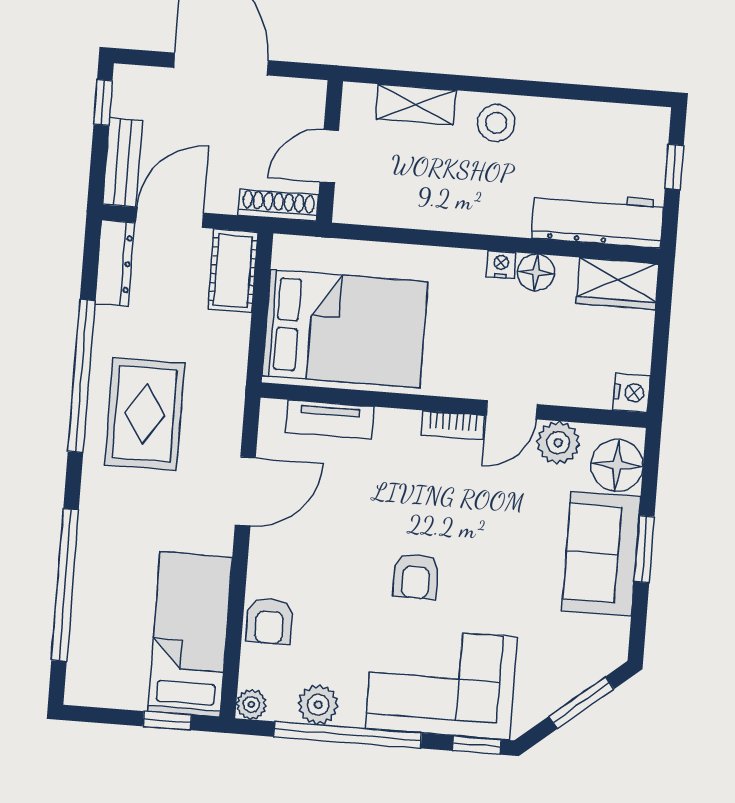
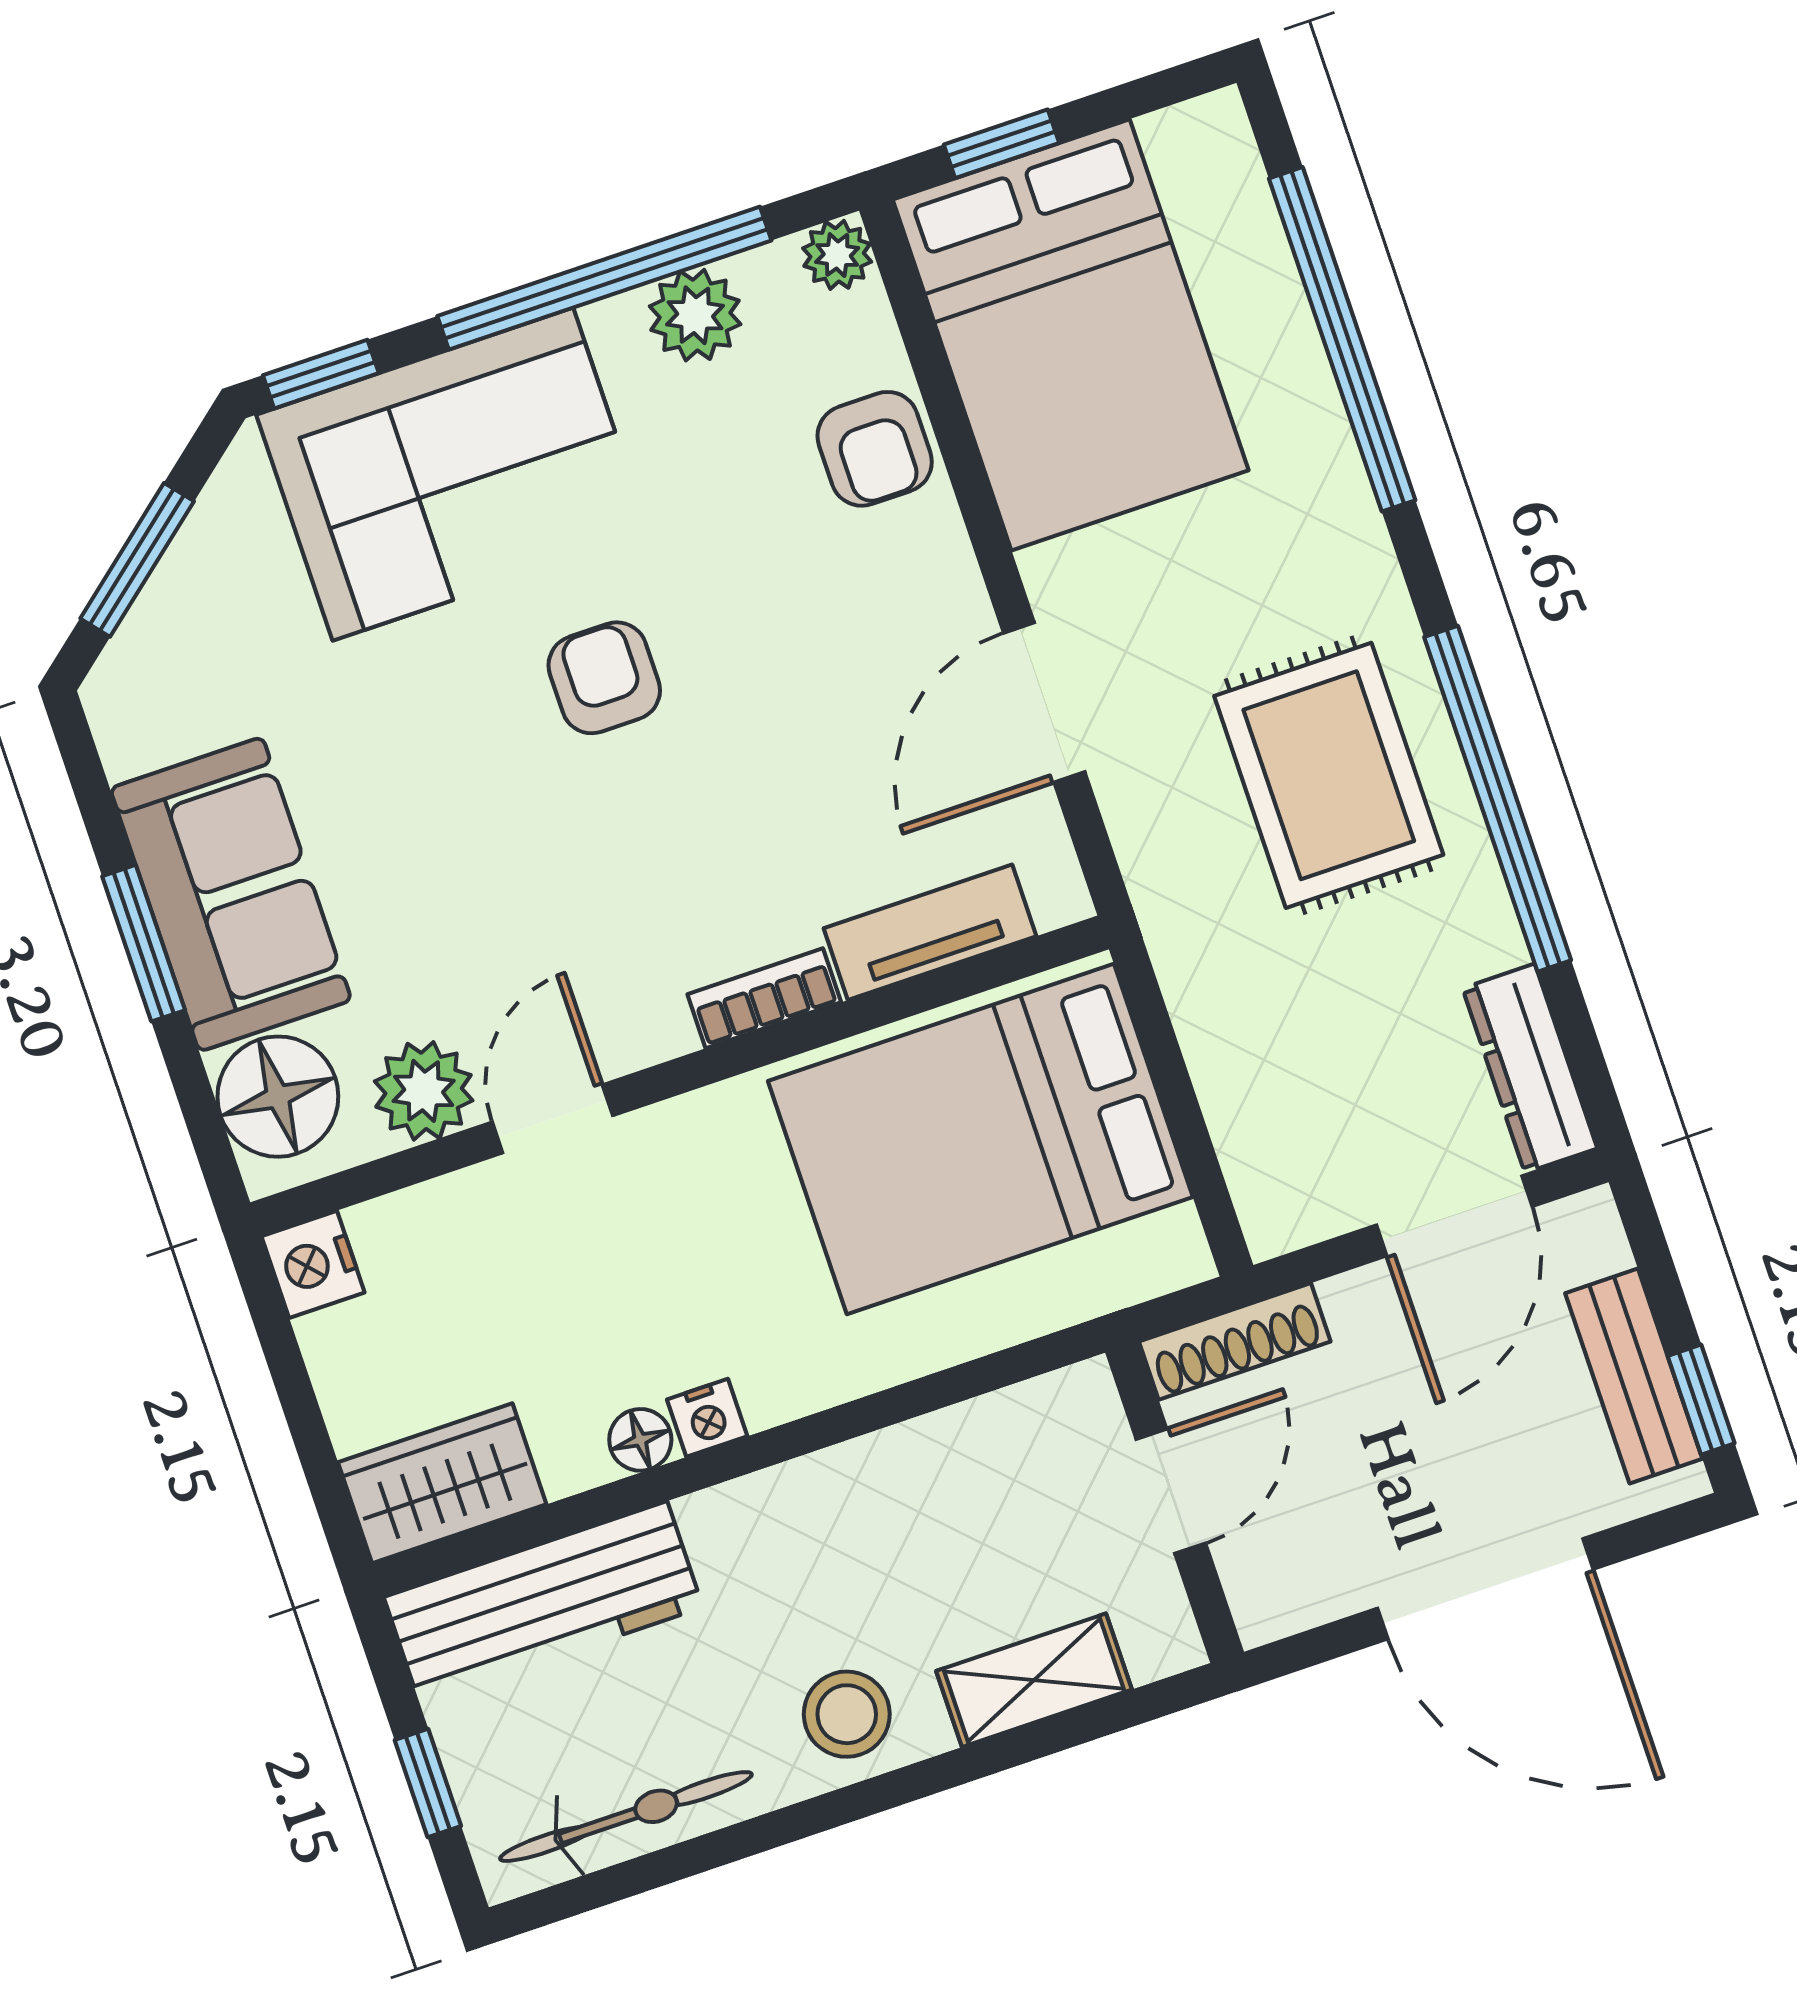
bicycle: (601, 120) -> (626, 1817), added
bench: (123, 163) -> (1634, 1376), moved
cot: (233, 271) -> (1271, 1160), removed
floor lamp: (536, 272) -> (640, 1440), width x0.73, depth x0.73
bookcase: (453, 425) -> (764, 998), moved
armchair: (269, 621) -> (875, 449), turned 180
bed: (190, 634) -> (1071, 335), width x1.50

